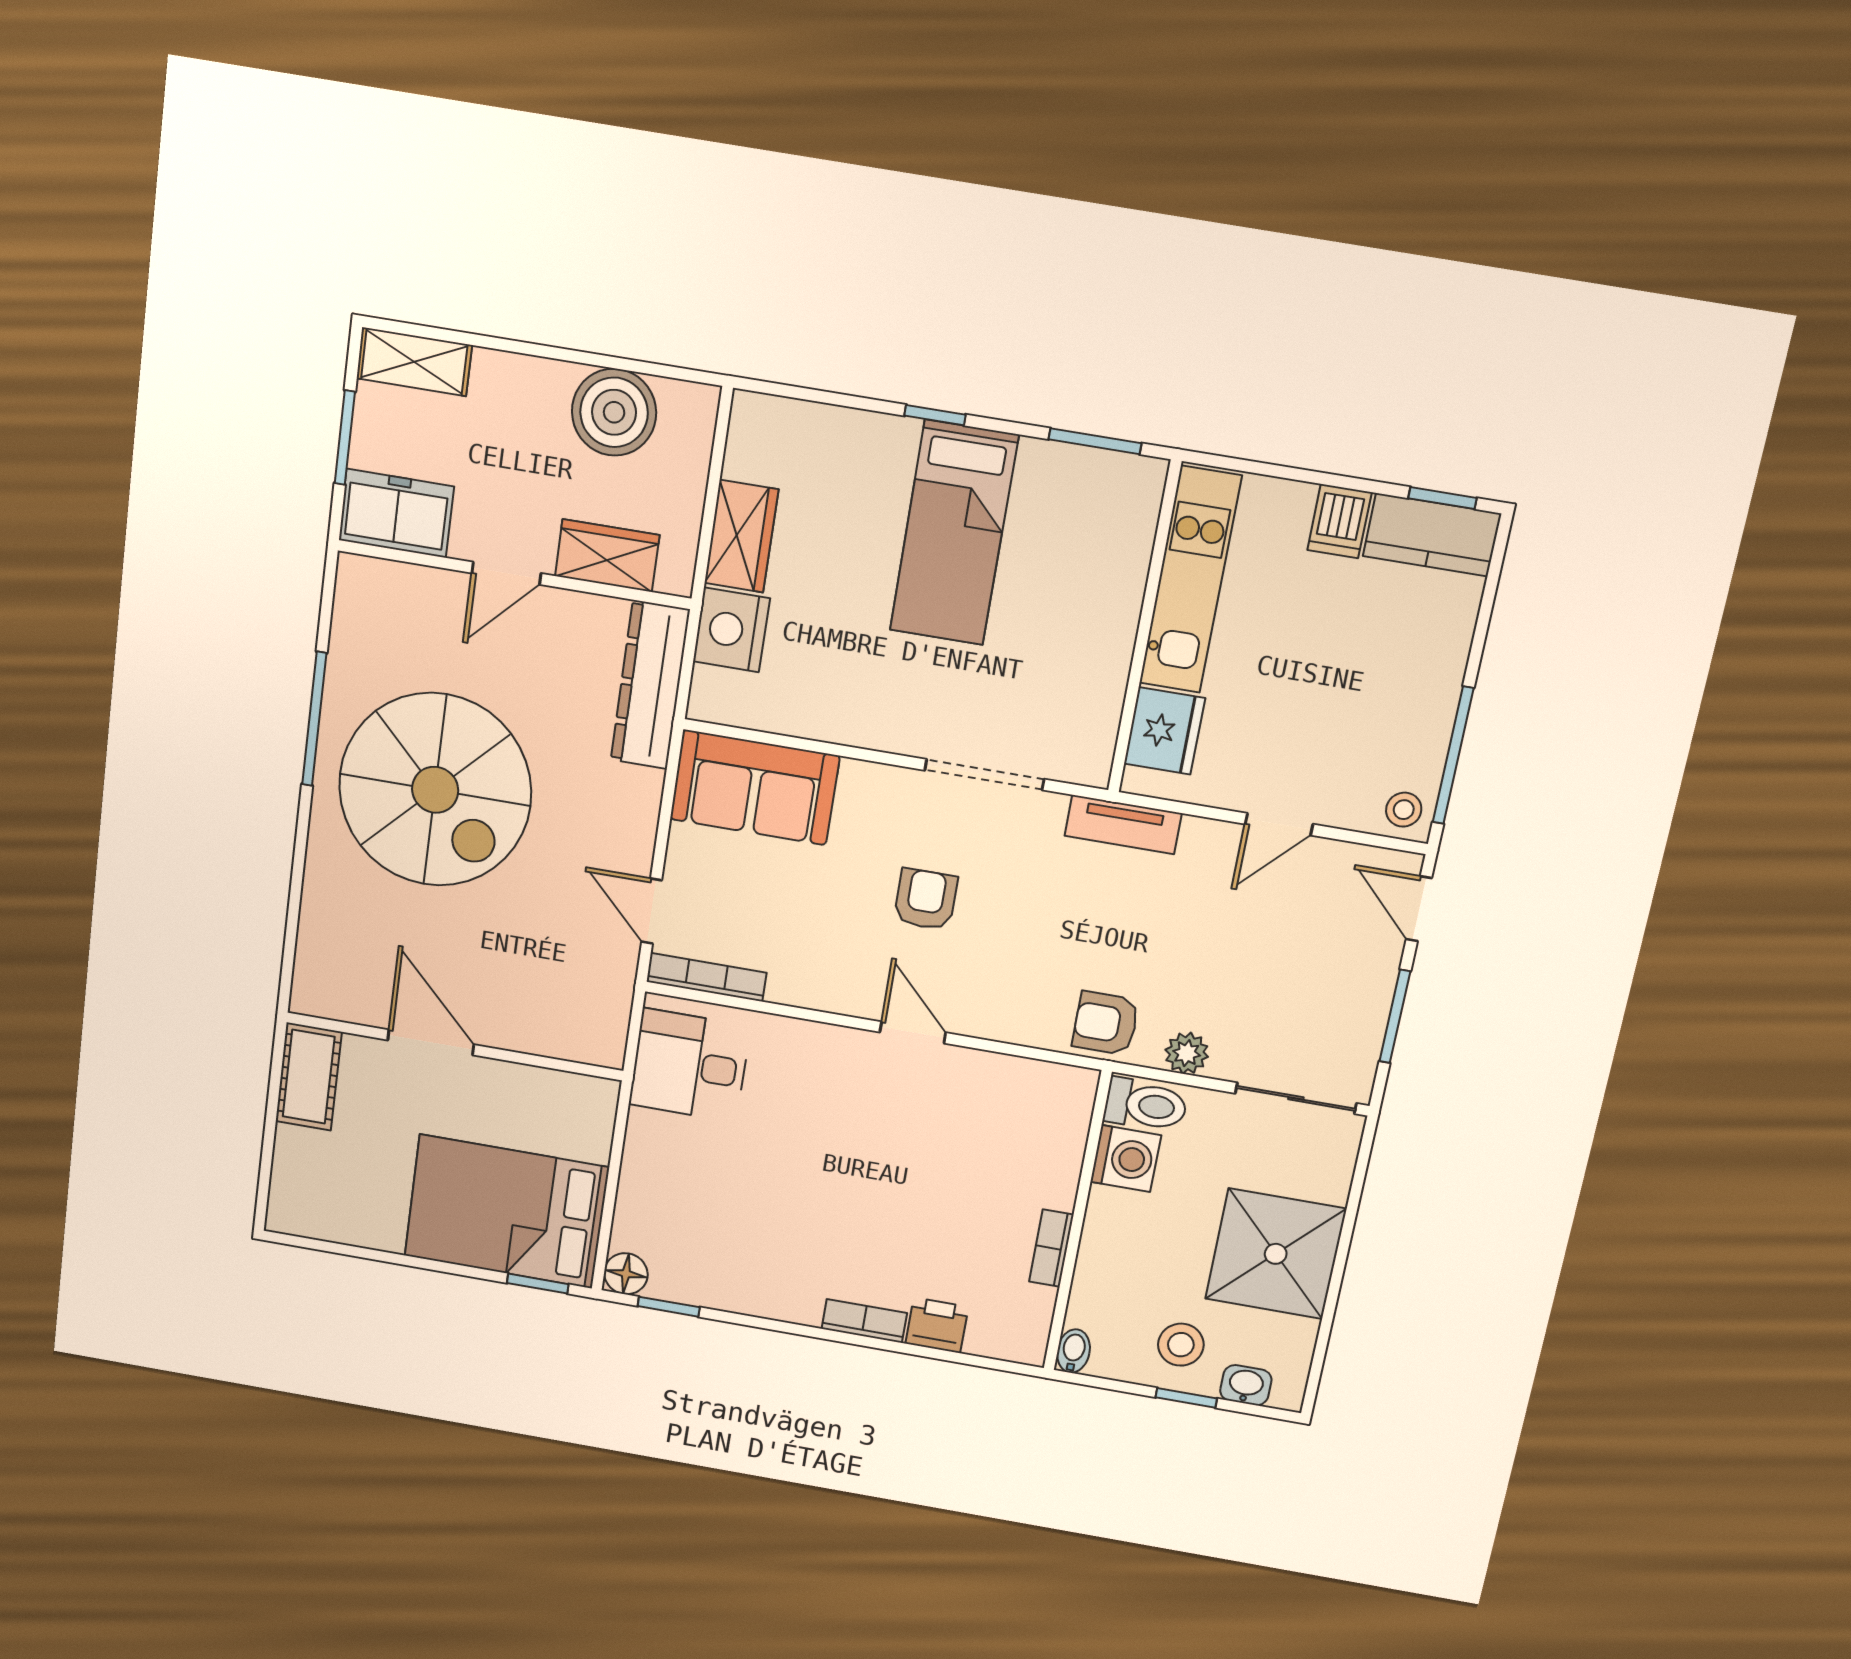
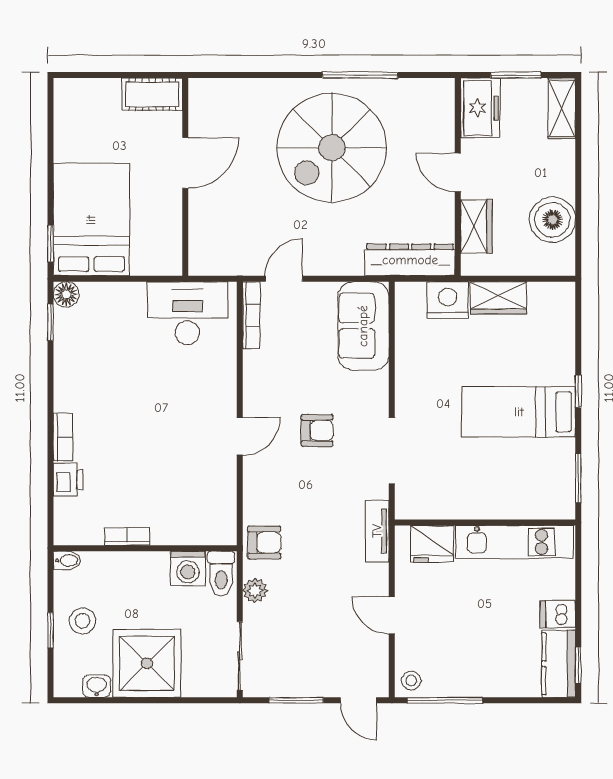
door: (1419, 909) -> (358, 700), swing flipped
armchair: (1106, 1023) -> (264, 543), turned 90
desk: (690, 1065) -> (187, 313), width x1.37
washbasin: (1246, 1385) -> (97, 686), moved, turned -90

